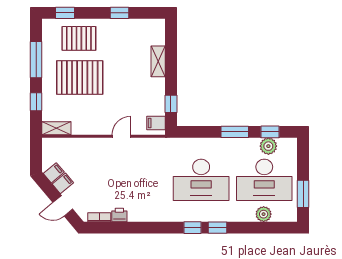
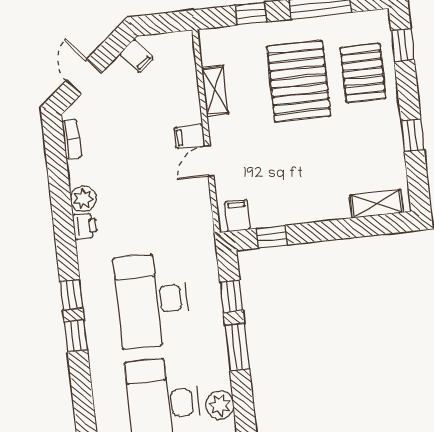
shelving: (158, 61) -> (377, 204), moved
shelving: (56, 128) -> (215, 91), moved
window: (270, 132) -> (231, 296), moved
door: (121, 136) -> (209, 161), swing flipped
filing cabinet: (63, 183) -> (190, 137), moved, turned 130
plant: (264, 214) -> (83, 199), moved
printer: (119, 215) -> (85, 226), moved

